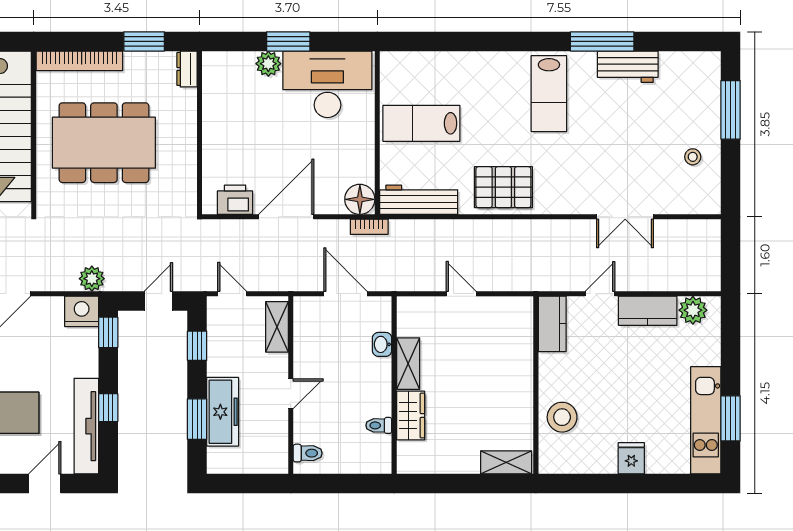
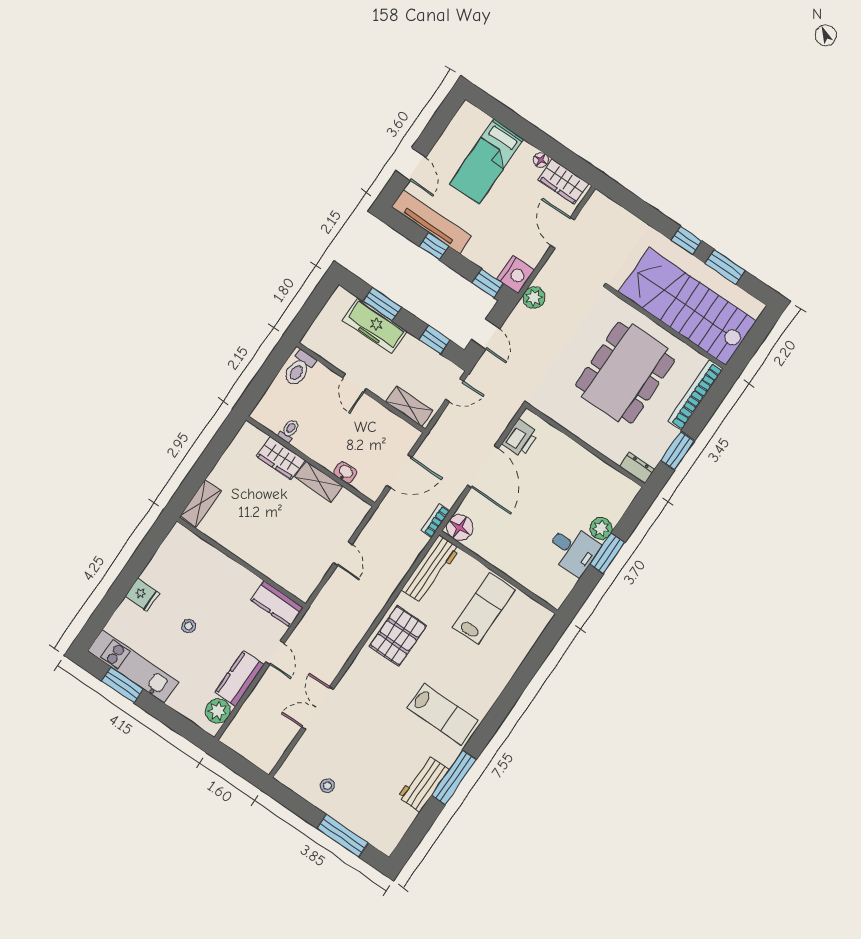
desk: (327, 84) -> (573, 550), width x0.53, depth x0.77
lab bench: (549, 94) -> (443, 714), turned 180
door: (461, 294) -> (343, 554), hinge flipped
stool: (562, 417) -> (189, 626), moved, width x0.53, depth x0.53
toilet: (308, 453) -> (299, 369), width x1.37, depth x1.39

